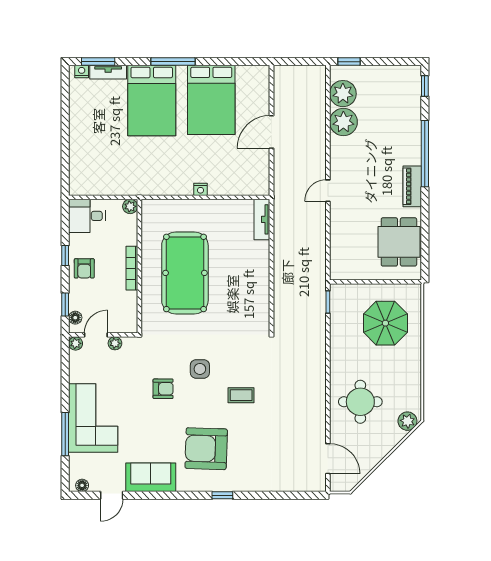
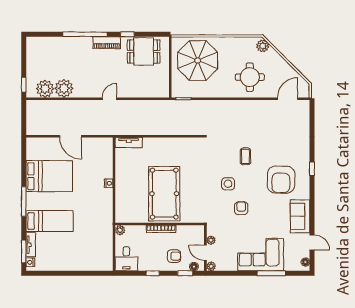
window: (425, 86) -> (127, 34), moved
bed: (152, 100) -> (50, 221), width x0.67
door: (328, 191) -> (110, 99), swing flipped
armchair: (84, 268) -> (174, 256), moved
pool table: (185, 273) -> (164, 194), turned 90
parasol: (385, 323) -> (198, 60), width x1.36, depth x1.36

